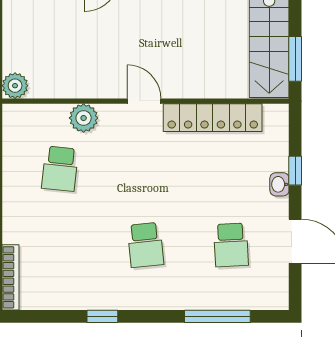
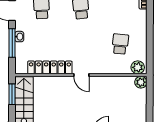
plant: (84, 118) -> (138, 67), moved
window: (295, 171) -> (12, 43), width x2.17

